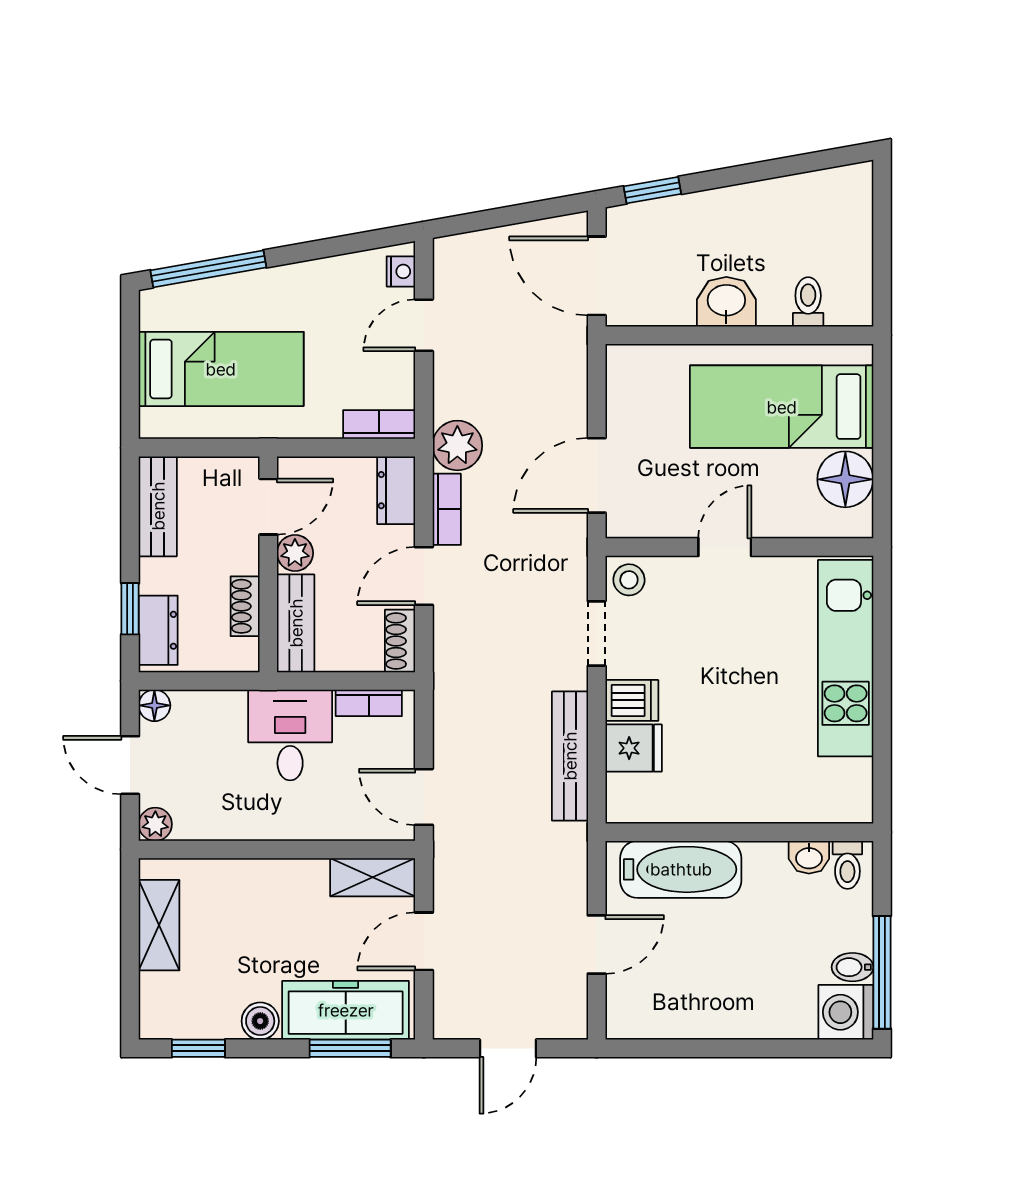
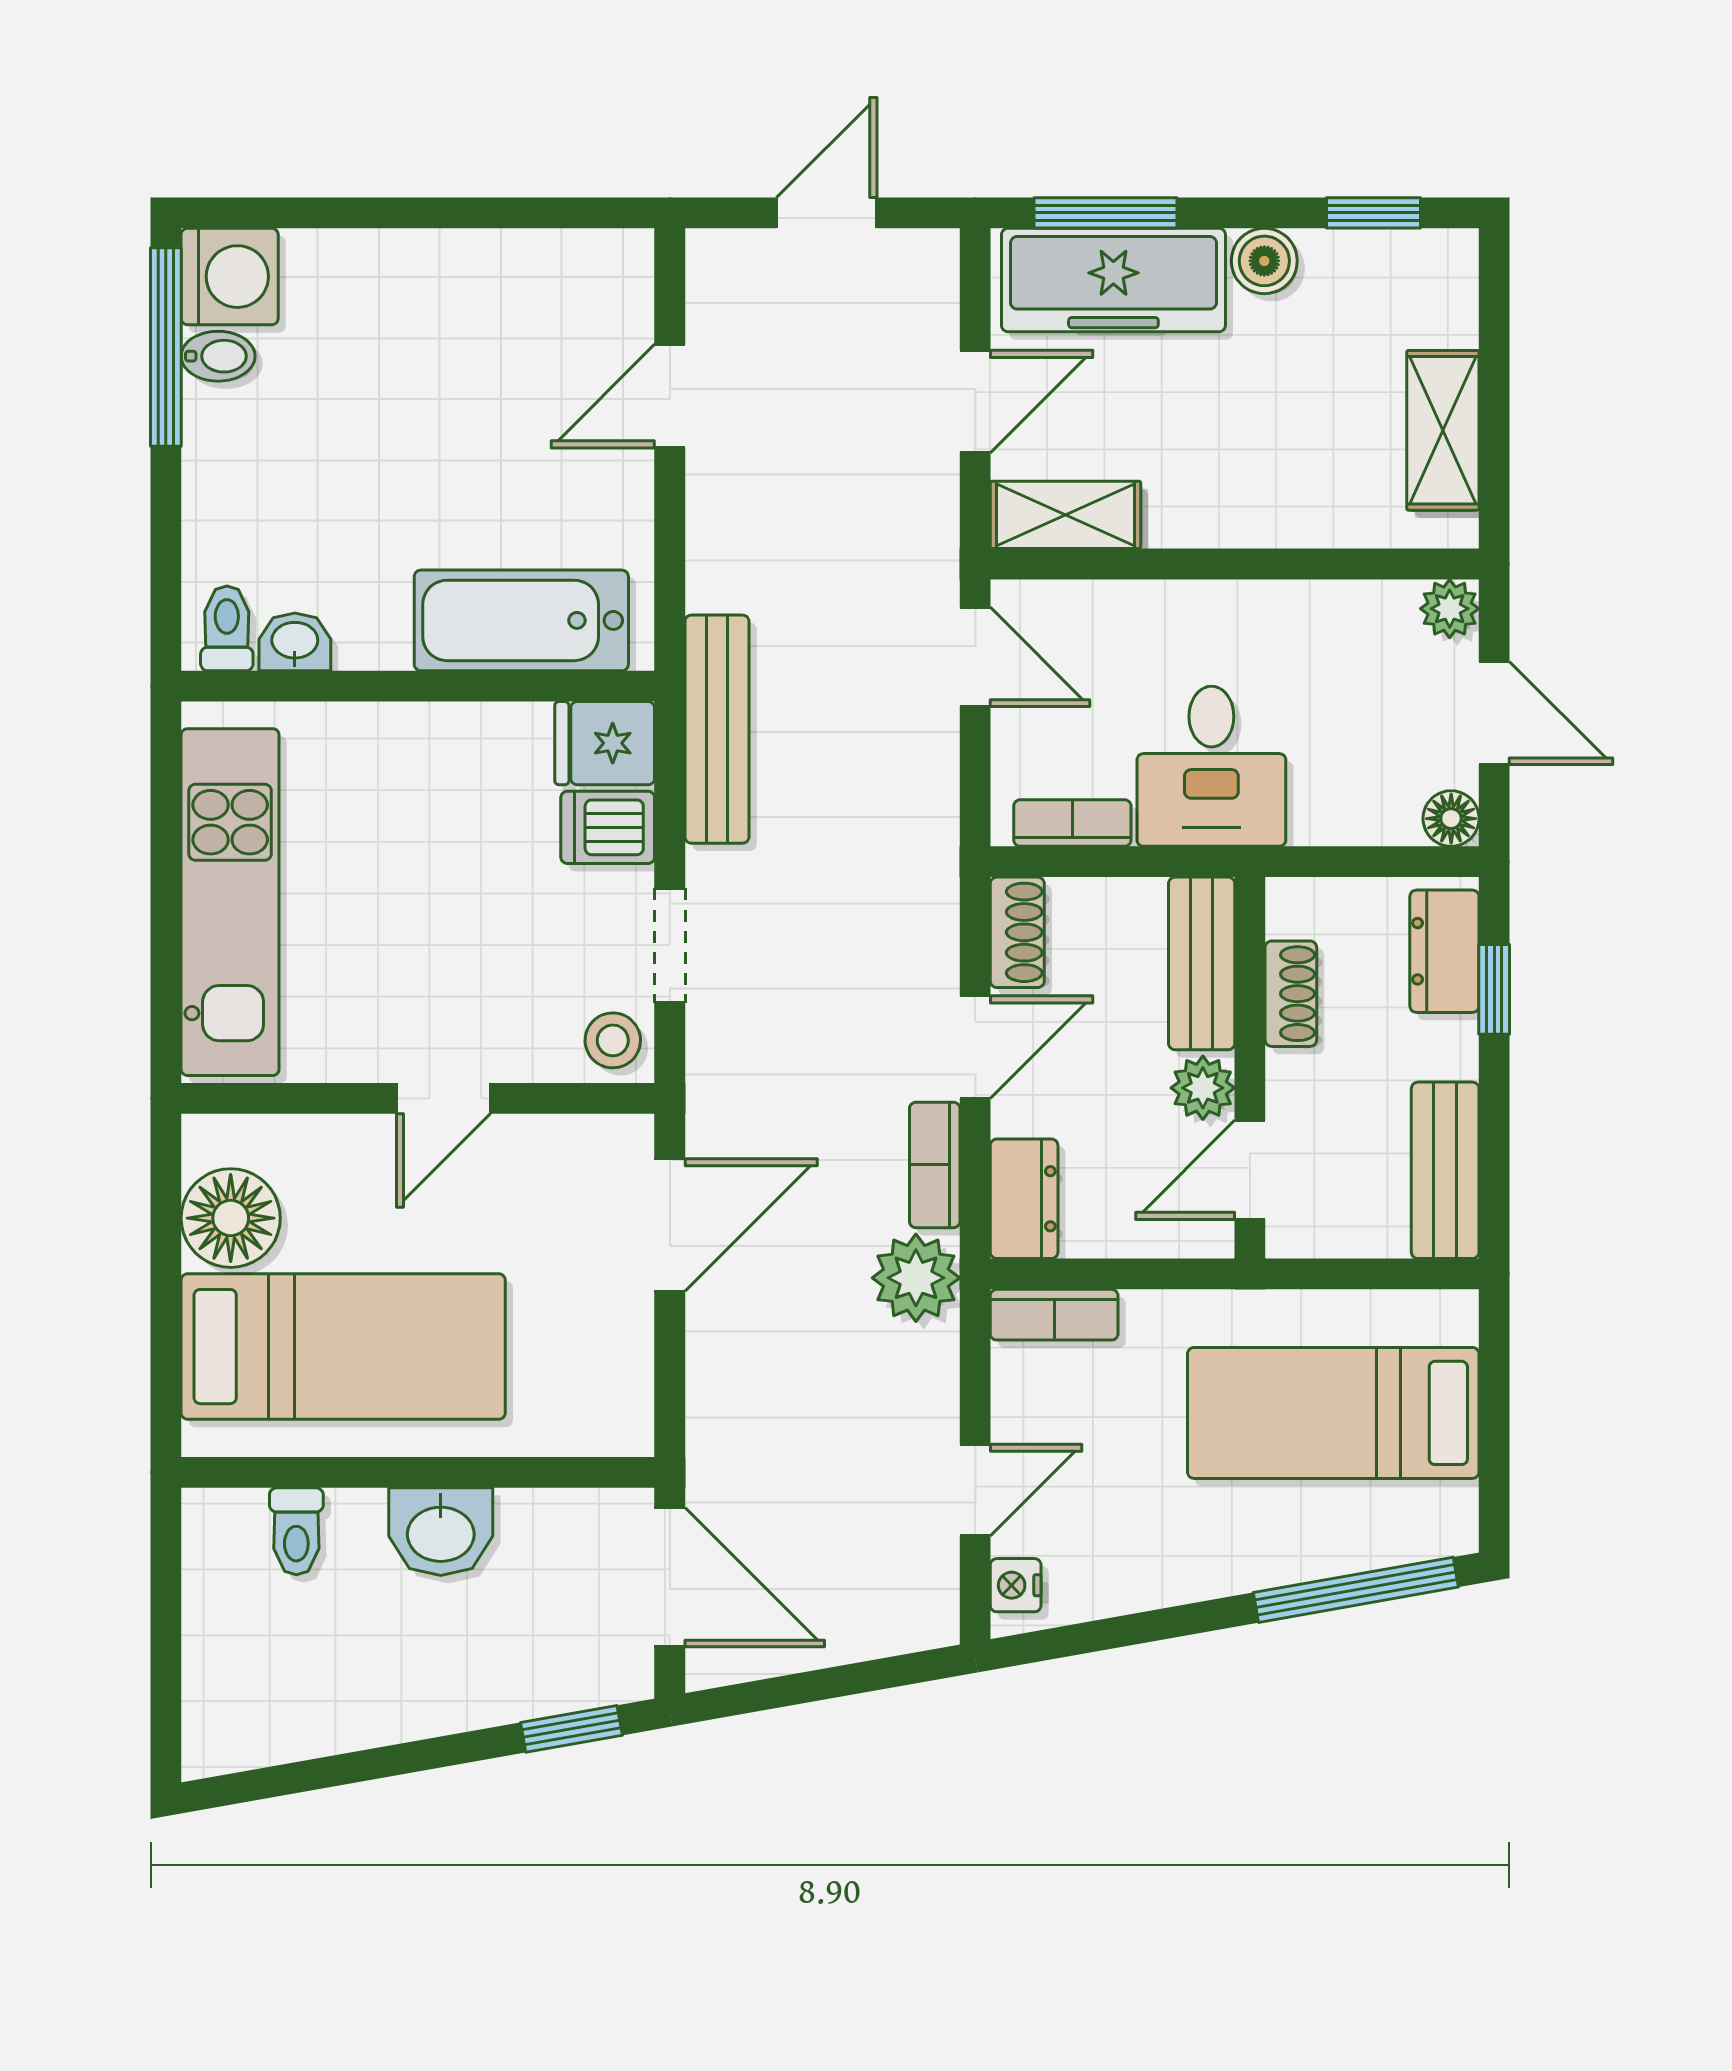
wall: (739, 832) -> (418, 686), moved
washbasin: (809, 857) -> (295, 642), moved
toilet: (847, 865) -> (227, 628), moved
bathtub: (681, 869) -> (521, 620), moved

